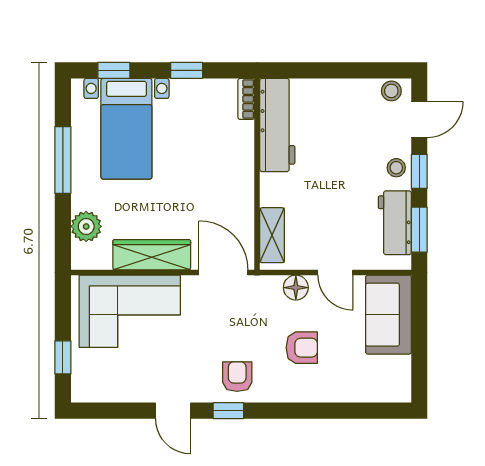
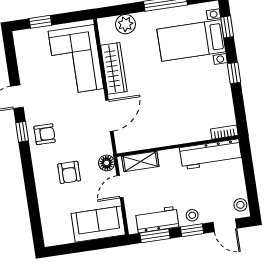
bookcase: (246, 99) -> (224, 132), moved
workbench: (277, 125) -> (211, 154), moved
wall: (257, 174) -> (178, 146), moved
shelving: (272, 235) -> (140, 161), moved

